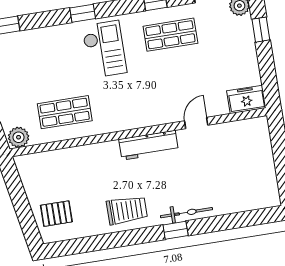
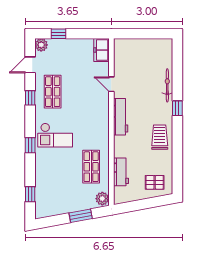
checkout: (104, 49) -> (55, 135), turned 180
workbench: (64, 159) -> (121, 172), added
bicycle: (187, 213) -> (167, 85), moved
pallet: (56, 214) -> (155, 182), turned 90

